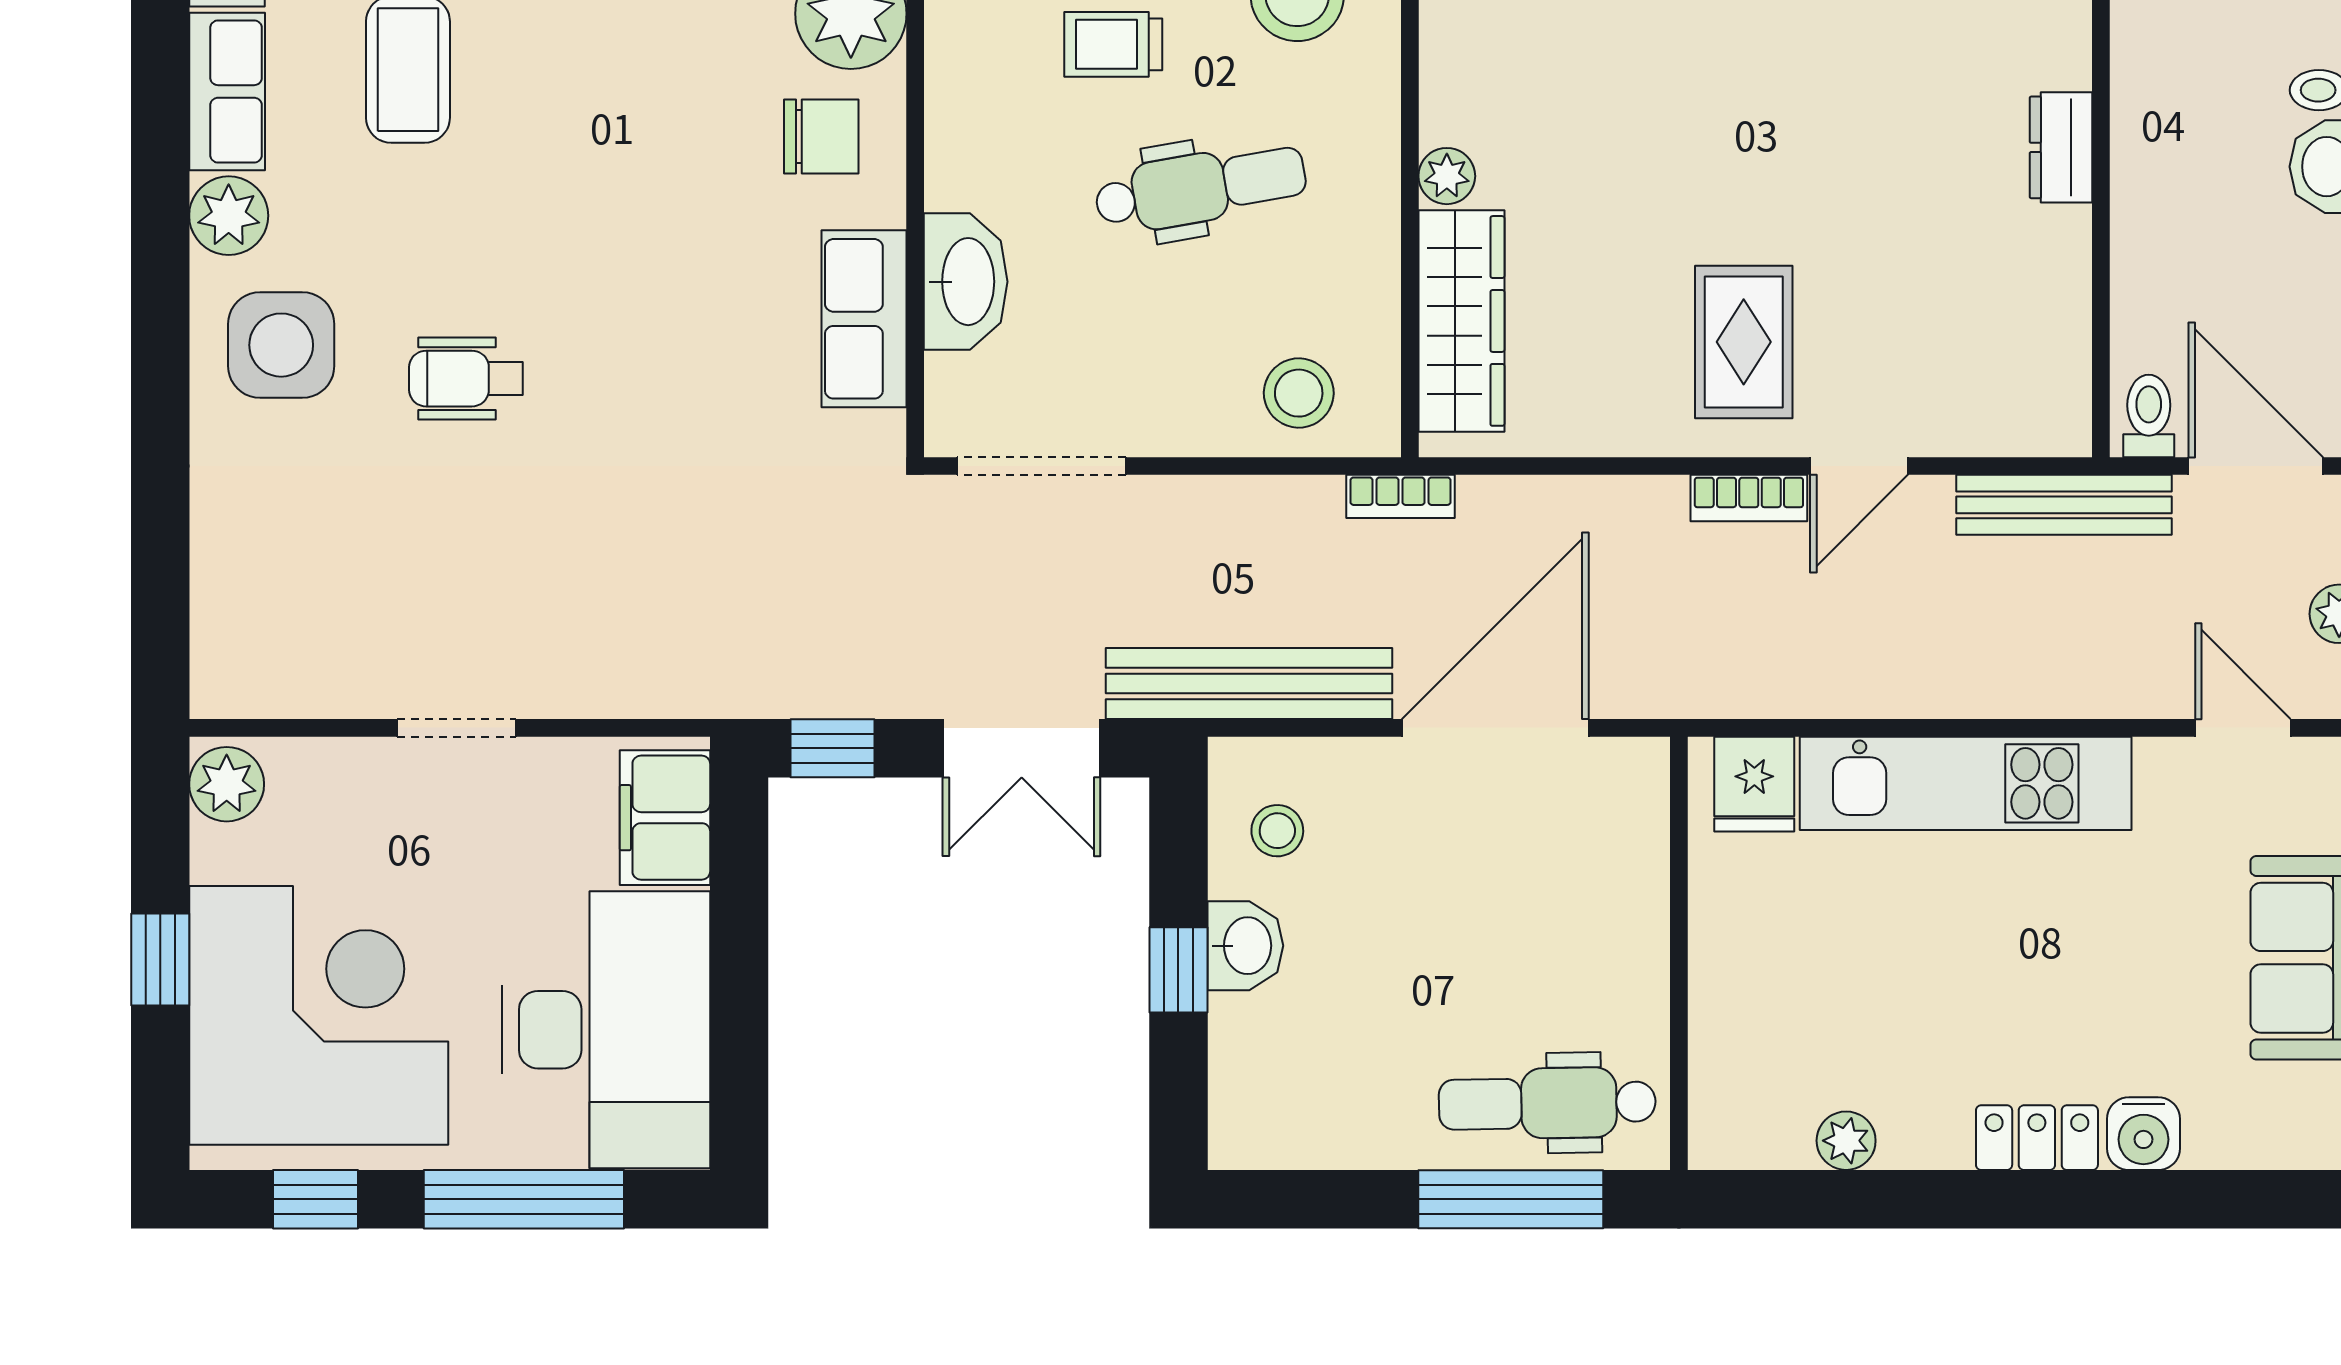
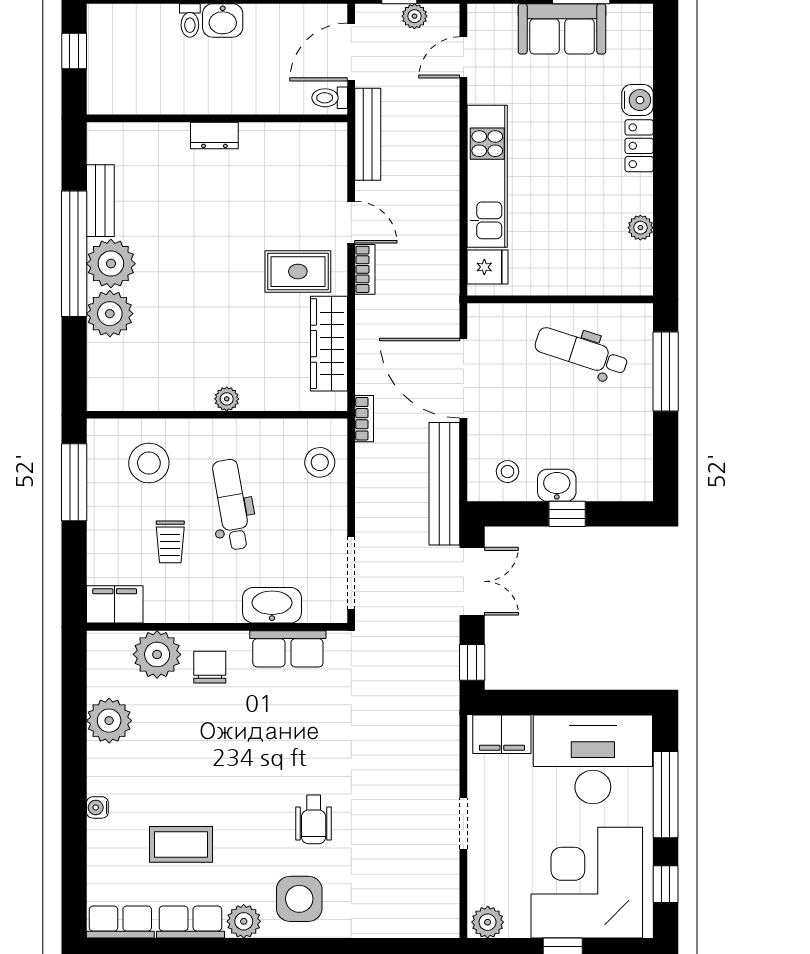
wardrobe: (1461, 321) -> (329, 344), moved, turned -90
dental chair: (1547, 1103) -> (581, 352), moved, turned 109

